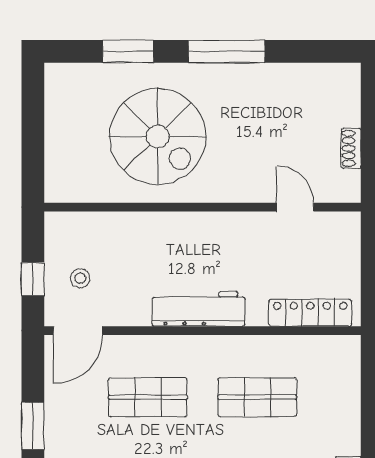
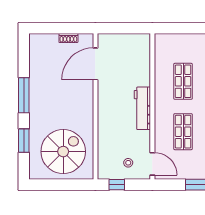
spiral stairs: (158, 136) -> (63, 152), moved
door: (295, 207) -> (95, 64), width x1.88
window: (33, 279) -> (117, 185), moved
locker: (310, 313) -> (144, 57), removed

